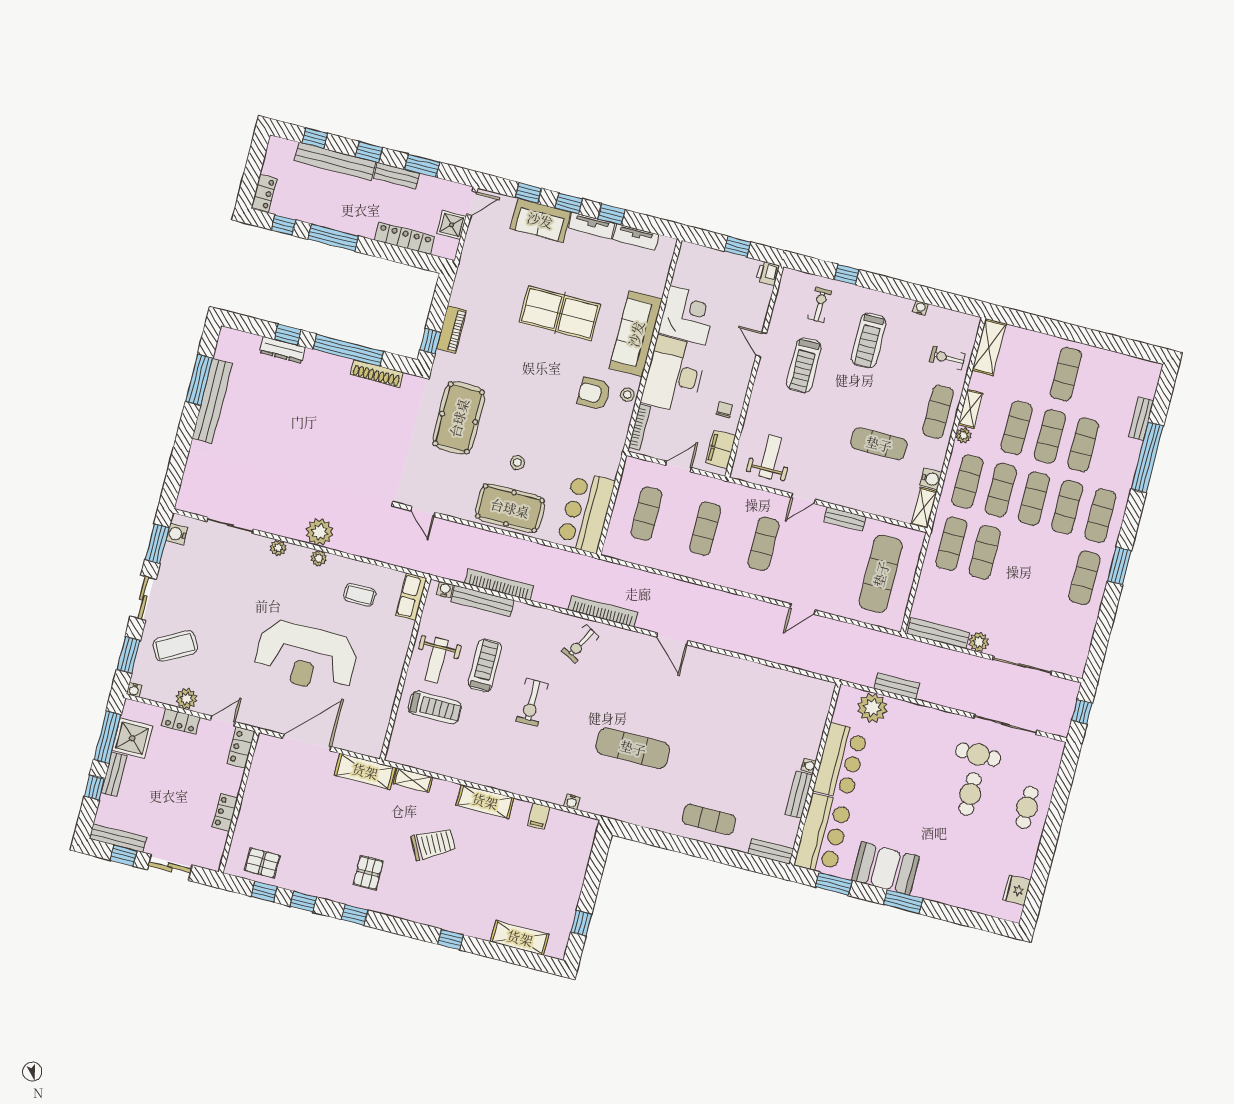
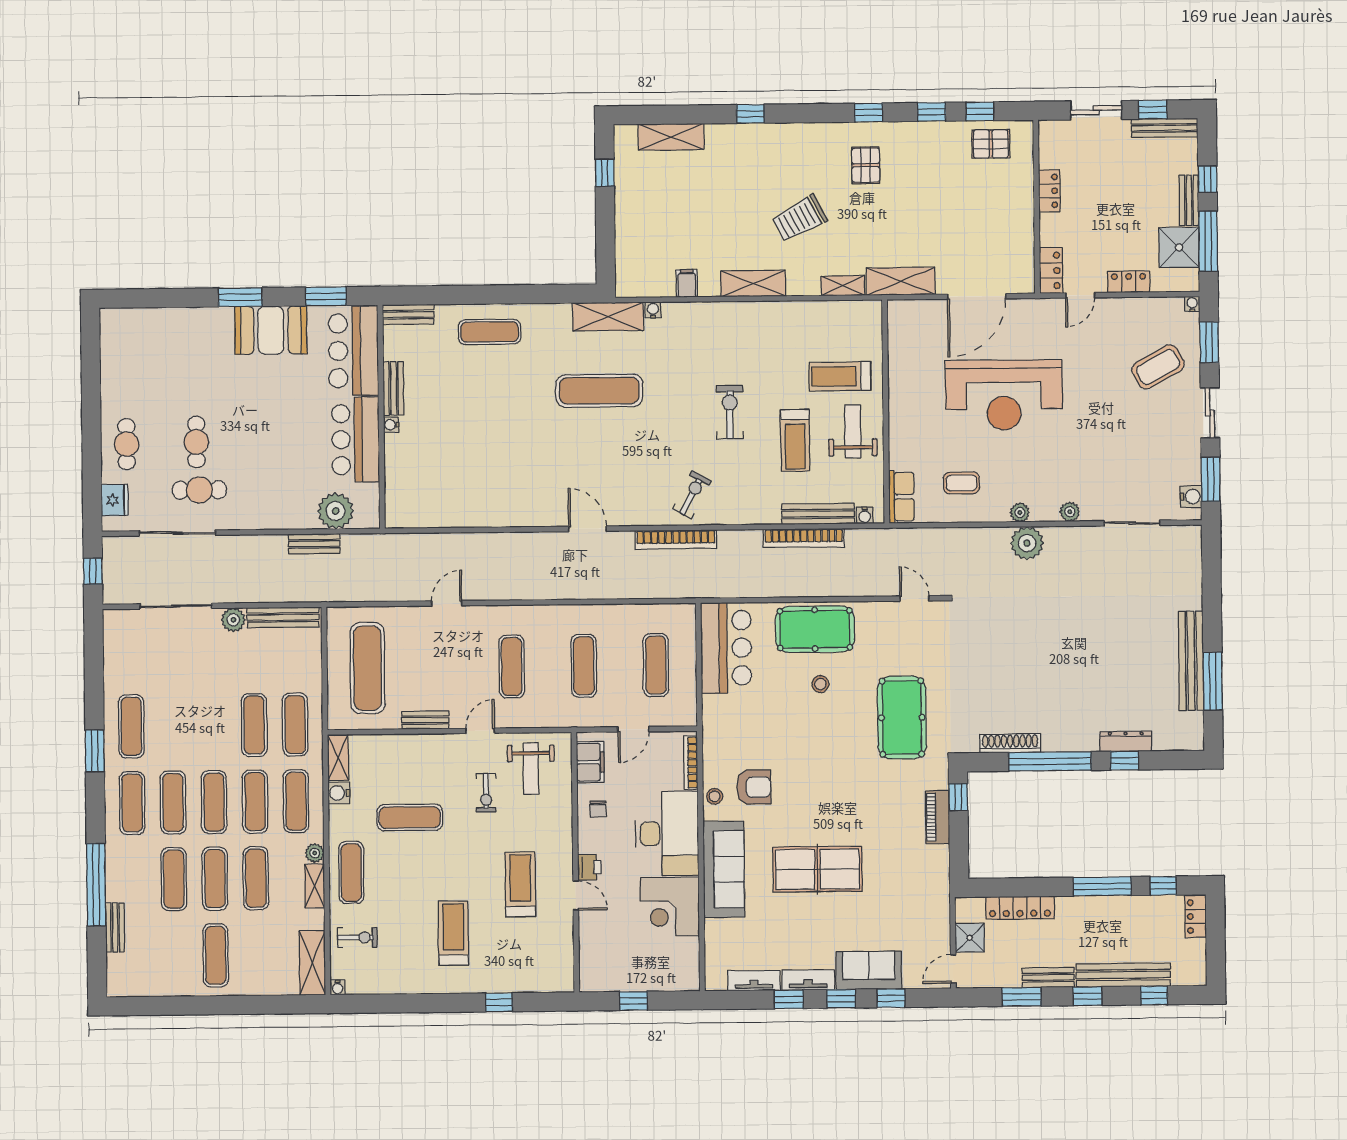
printer: (768, 273) -> (589, 867), moved
exercise bike: (820, 305) -> (486, 793), moved
water cooler: (921, 308) -> (338, 987), moved
reception desk: (306, 657) -> (1004, 395), turned 180
plant: (186, 699) -> (1129, 310), removed
shelving: (610, 806) -> (608, 317), added
fridge: (1017, 890) -> (115, 500), moved

